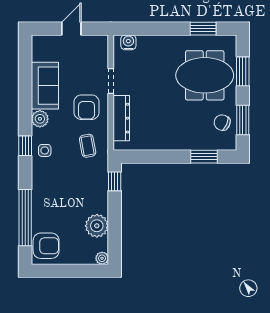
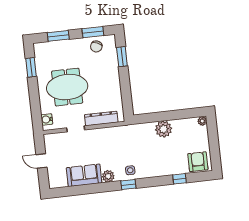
meeting table: (205, 75) -> (67, 87), moved, turned 90
armchair: (87, 107) -> (96, 144), removed
coffee table: (88, 146) -> (123, 140), removed
window: (115, 181) -> (147, 118), removed
window: (25, 218) -> (179, 179), width x0.32
plant: (97, 226) -> (164, 129), moved

